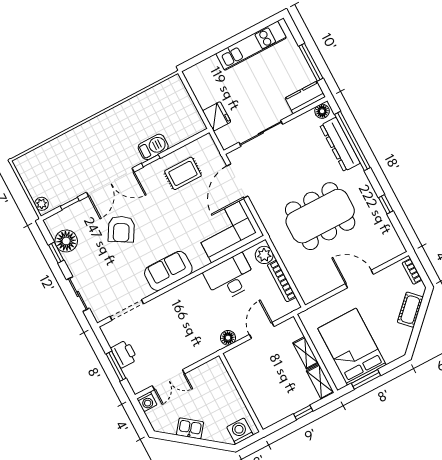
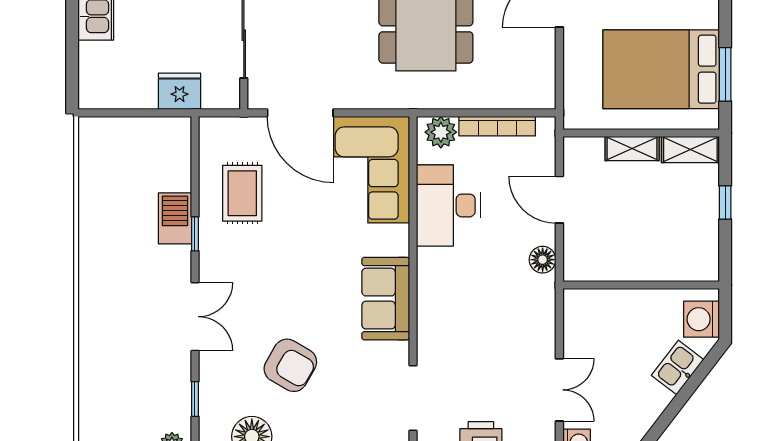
double door: (110, 182) -> (195, 317), width x0.73
armchair: (121, 229) -> (290, 365), moved
kitchen sink: (190, 428) -> (678, 367), moved

